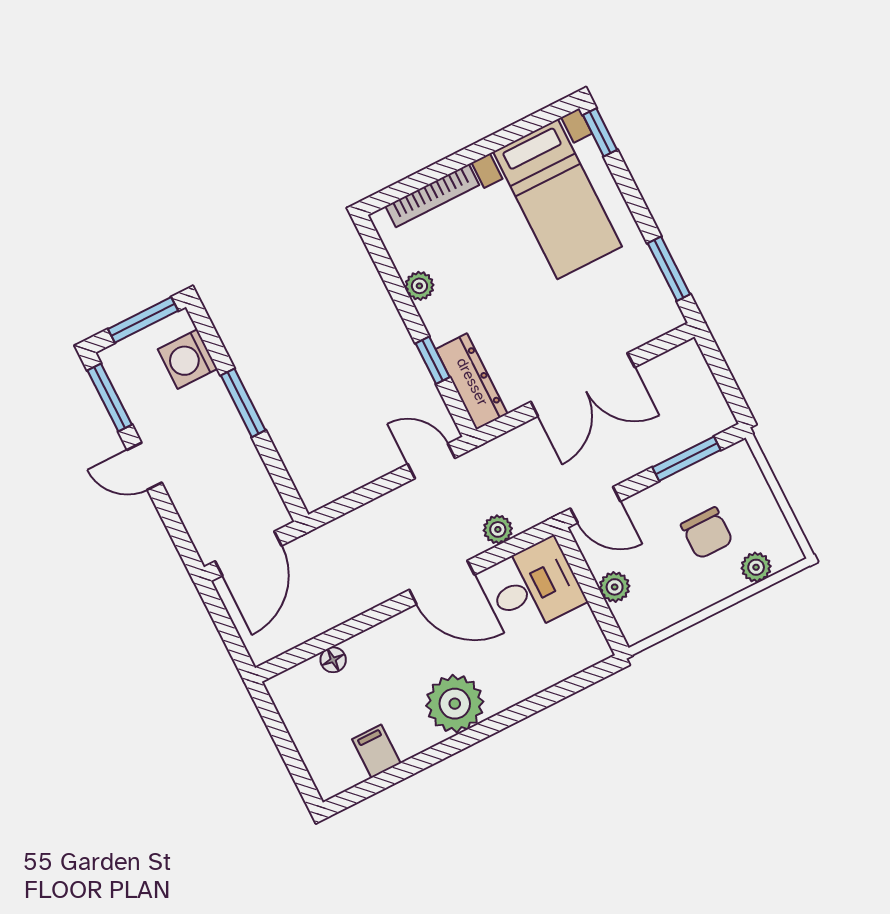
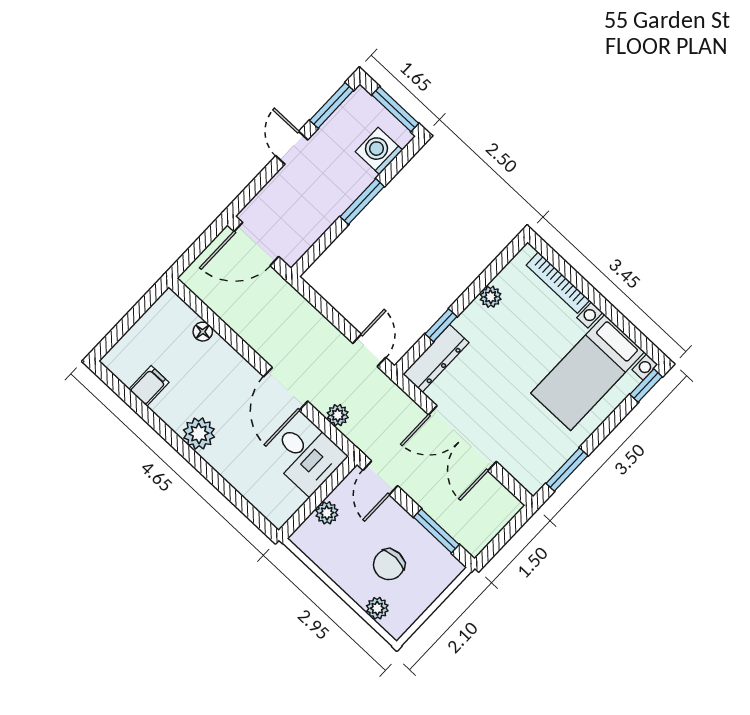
plant: (455, 704) -> (199, 434), width x0.73, depth x0.73

